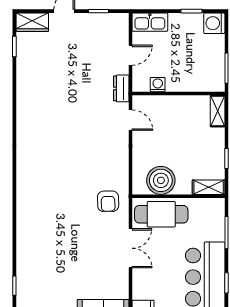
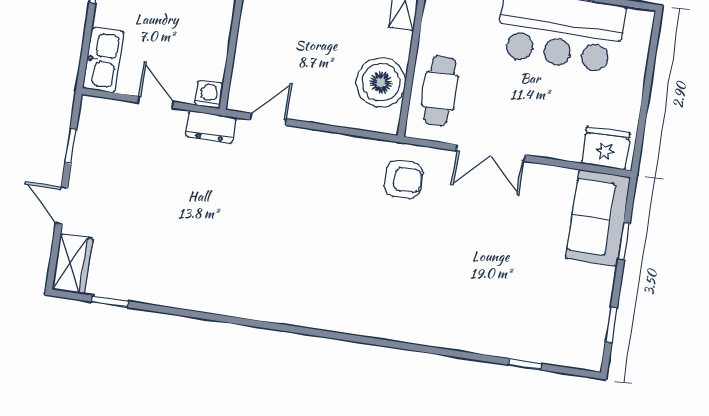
washing machine: (158, 85) -> (209, 94), moved, turned 90
cafe table: (161, 214) -> (440, 91), width x0.73, depth x0.74
double door: (131, 248) -> (491, 153), swing flipped

